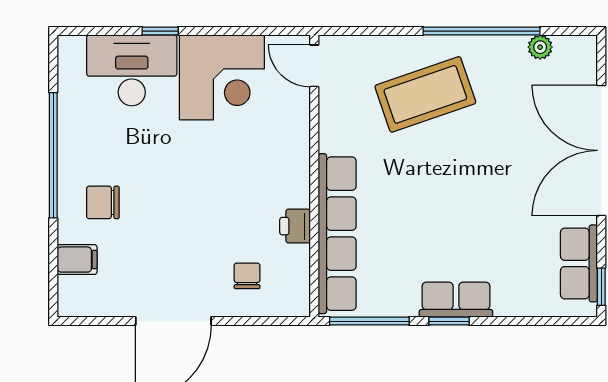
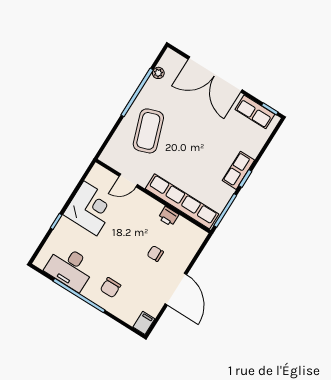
door: (314, 66) -> (128, 180), moved
desk: (132, 70) -> (70, 268), moved, turned -90
filing cabinet: (77, 260) -> (144, 323), moved
chair: (247, 276) -> (155, 254), moved

